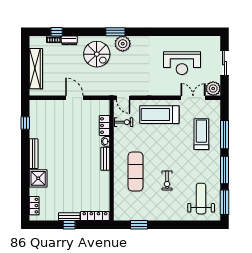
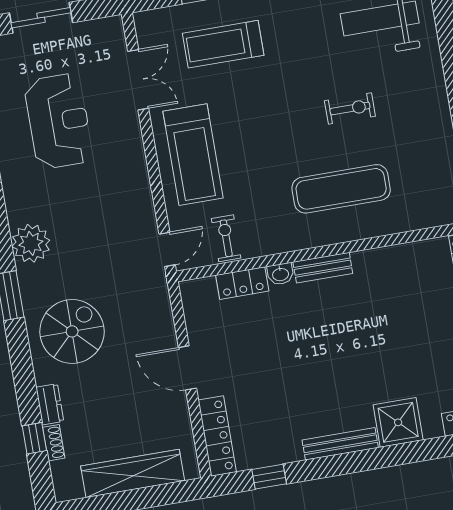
plant: (123, 44) -> (31, 243), moved
plant: (213, 89) -> (107, 35), removed
door: (74, 98) -> (187, 368), hinge flipped
double door: (193, 98) -> (138, 80), swing flipped
locker: (45, 105) -> (217, 436), added

